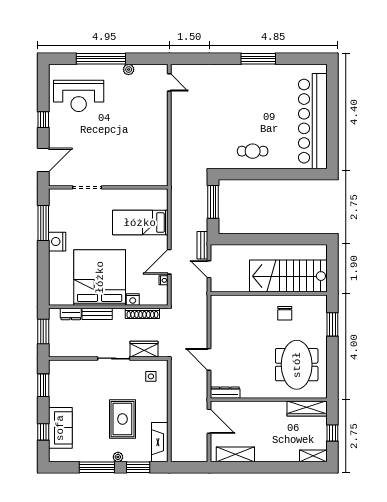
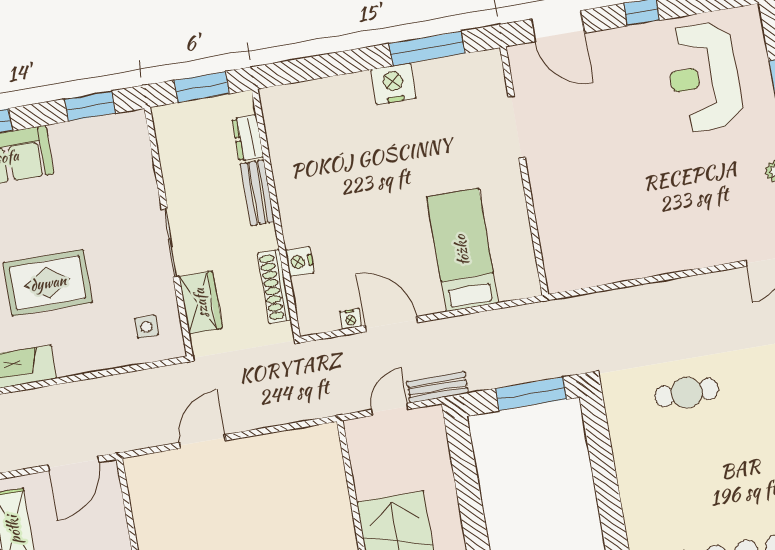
cafe table: (253, 151) -> (687, 393), moved, turned 90
bed: (100, 277) -> (334, 185), removed
dresser: (225, 393) -> (139, 487), removed

